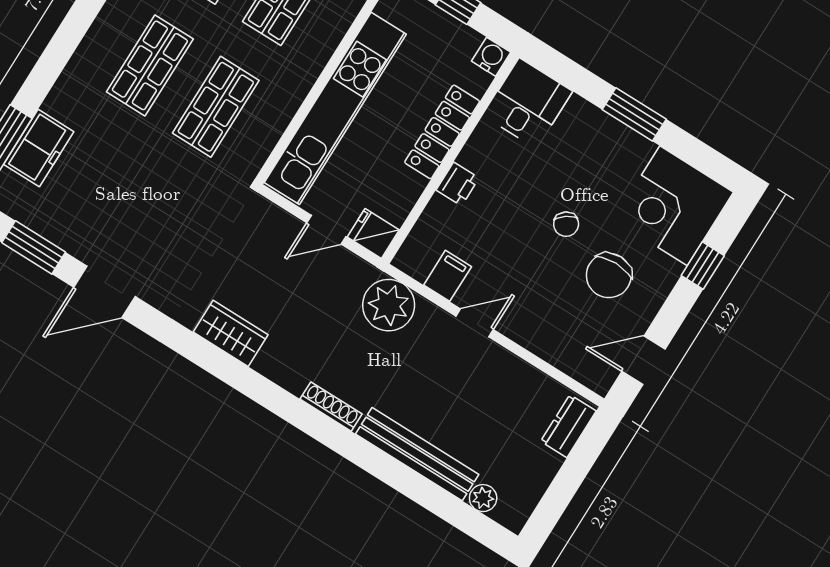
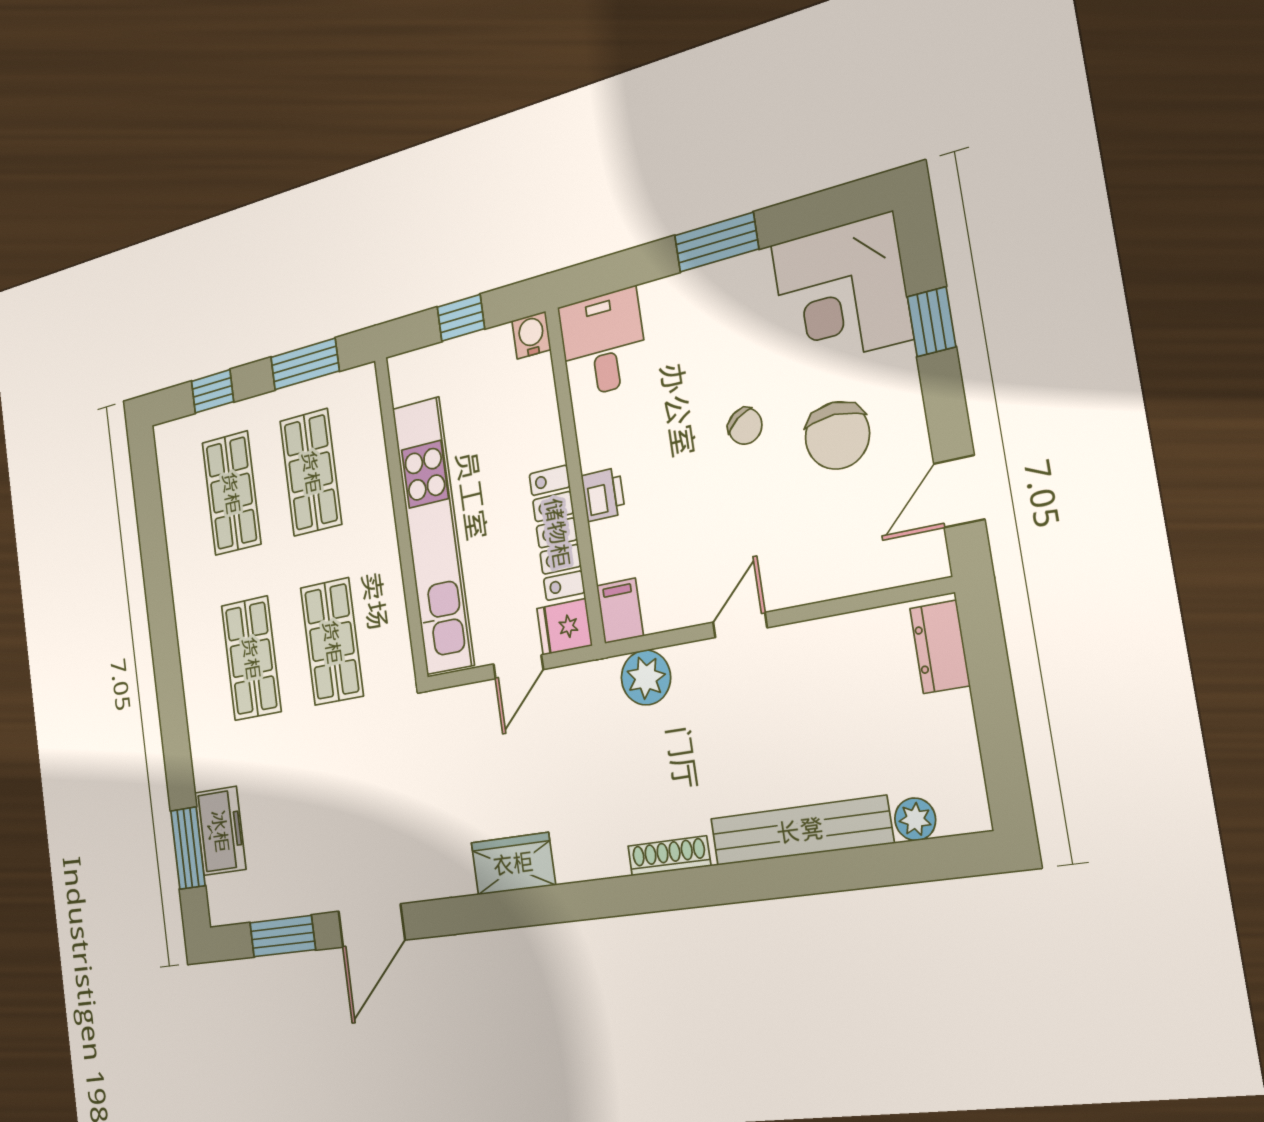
locker: (442, 132) -> (557, 533), moved
filing cabinet: (448, 276) -> (620, 611), moved
plant: (389, 305) -> (646, 678), width x0.73, depth x0.73

